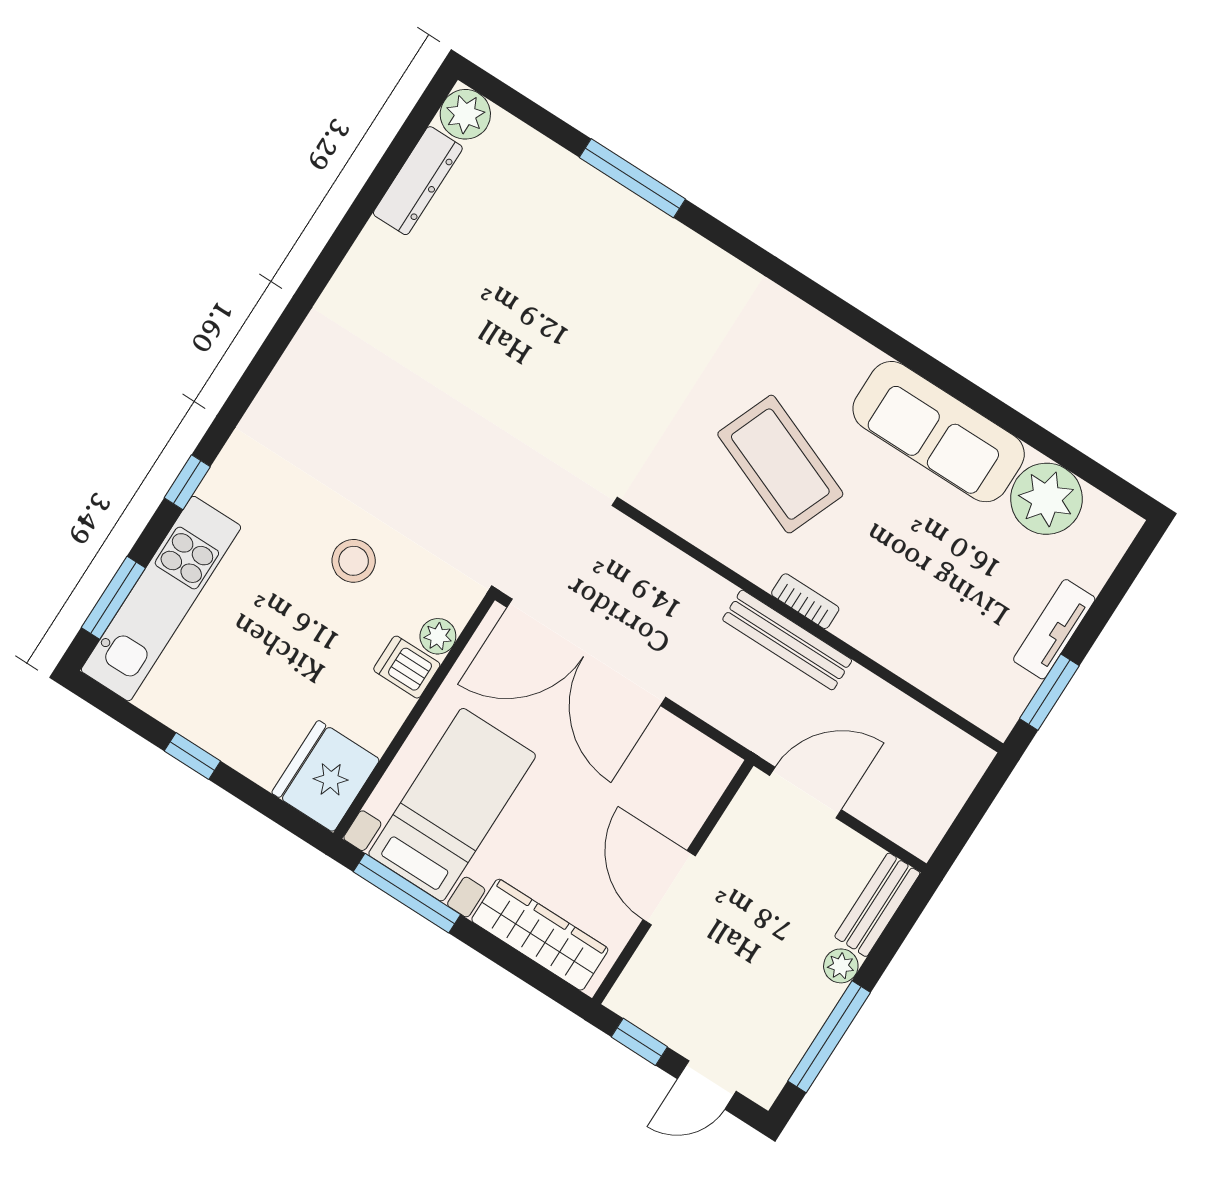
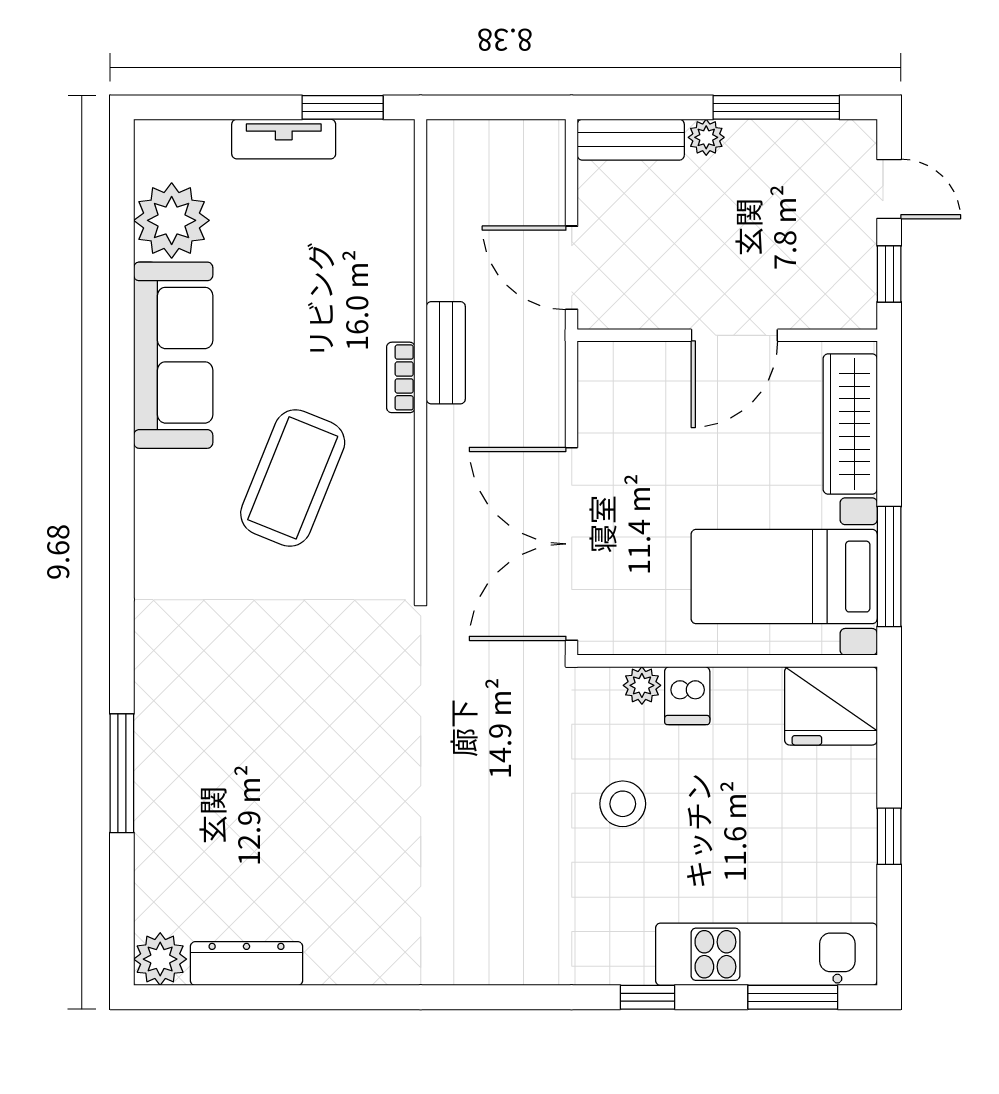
bench: (787, 640) -> (446, 353), width x0.73
double door: (586, 652) -> (572, 544), swing flipped

